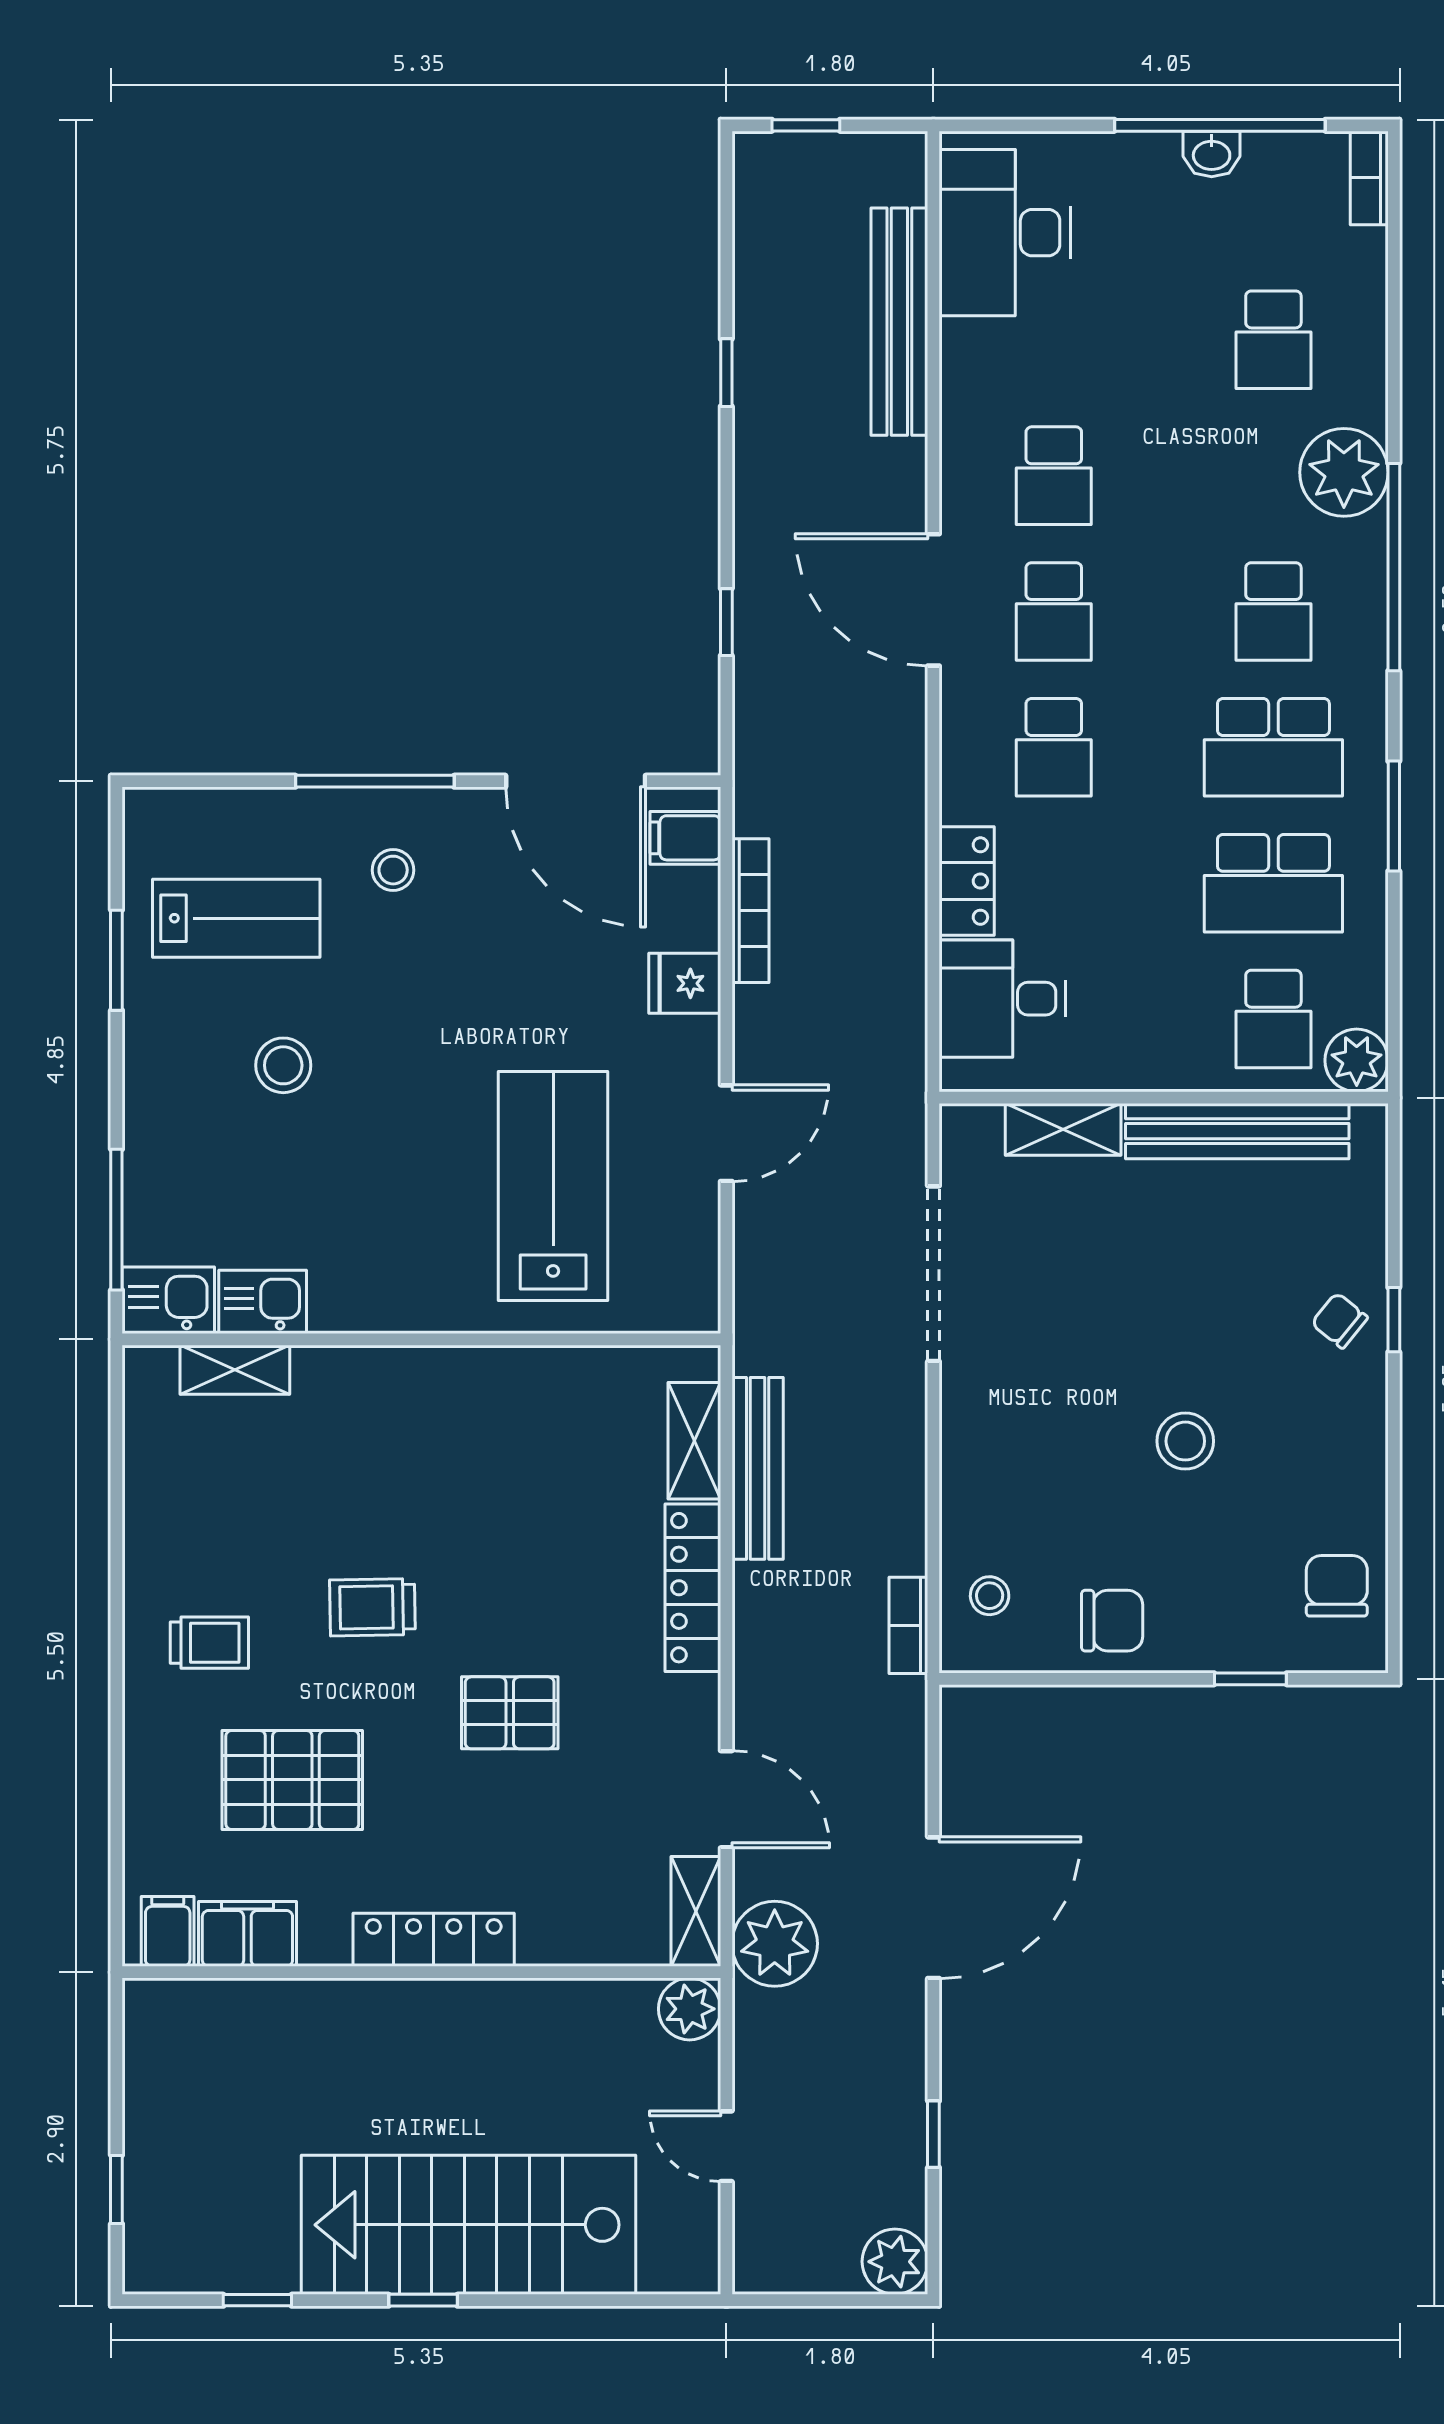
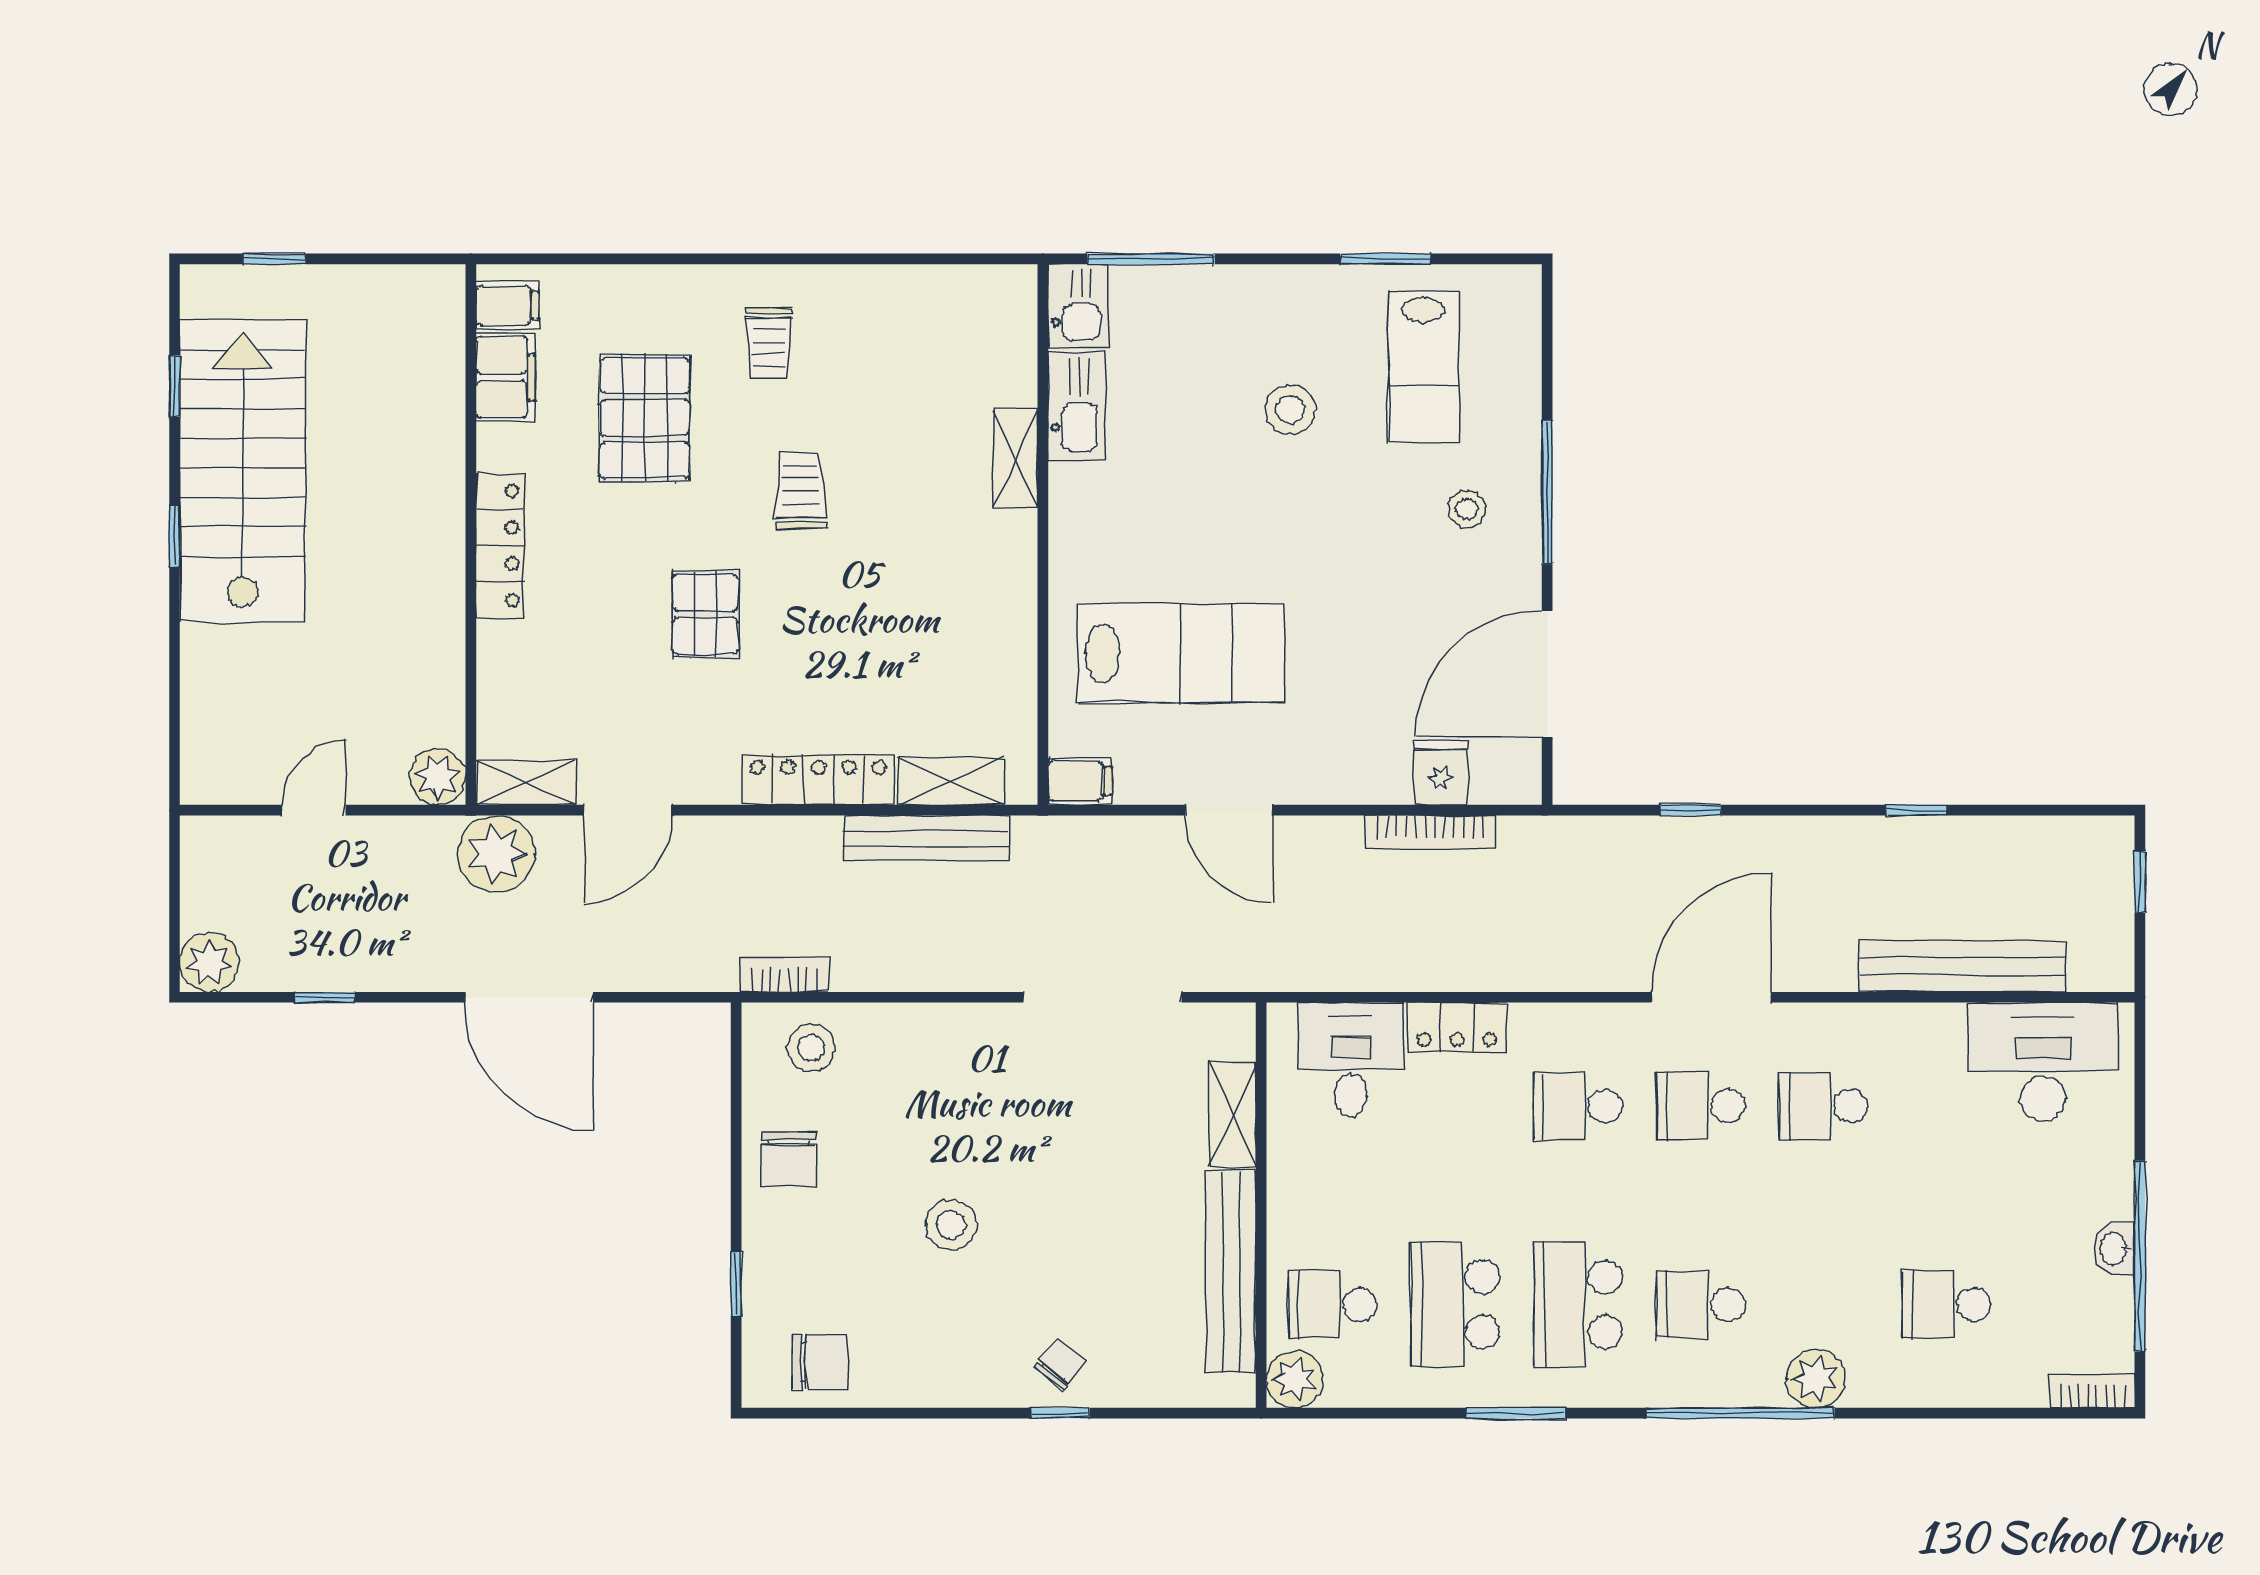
plant: (1344, 472) -> (1816, 1379), width x0.73, depth x0.73
filing cabinet: (685, 838) -> (1080, 781), moved, turned 90
fridge: (685, 983) -> (1441, 772), moved
kitchen sink: (263, 1302) -> (1077, 406), width x1.38
shelving: (235, 1370) -> (1015, 459), moved
stool: (990, 1596) -> (811, 1048), width x1.37, depth x1.37
stairs: (469, 2225) -> (243, 471), moved

